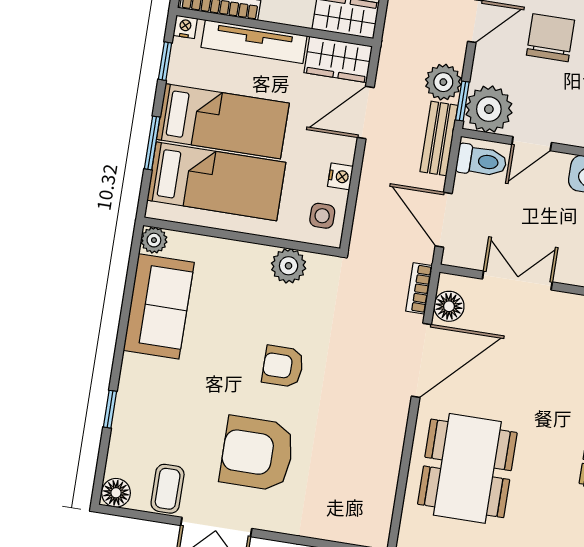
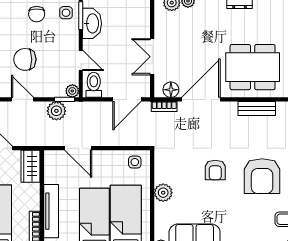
wardrobe: (338, 59) -> (53, 167), removed
plant: (489, 109) -> (72, 91), width x0.53, depth x0.53
bench: (439, 138) -> (257, 108), moved
nightstand: (340, 176) -> (113, 156), removed
plant: (289, 266) -> (163, 193), moved
door: (421, 360) -> (201, 99), hinge flipped

